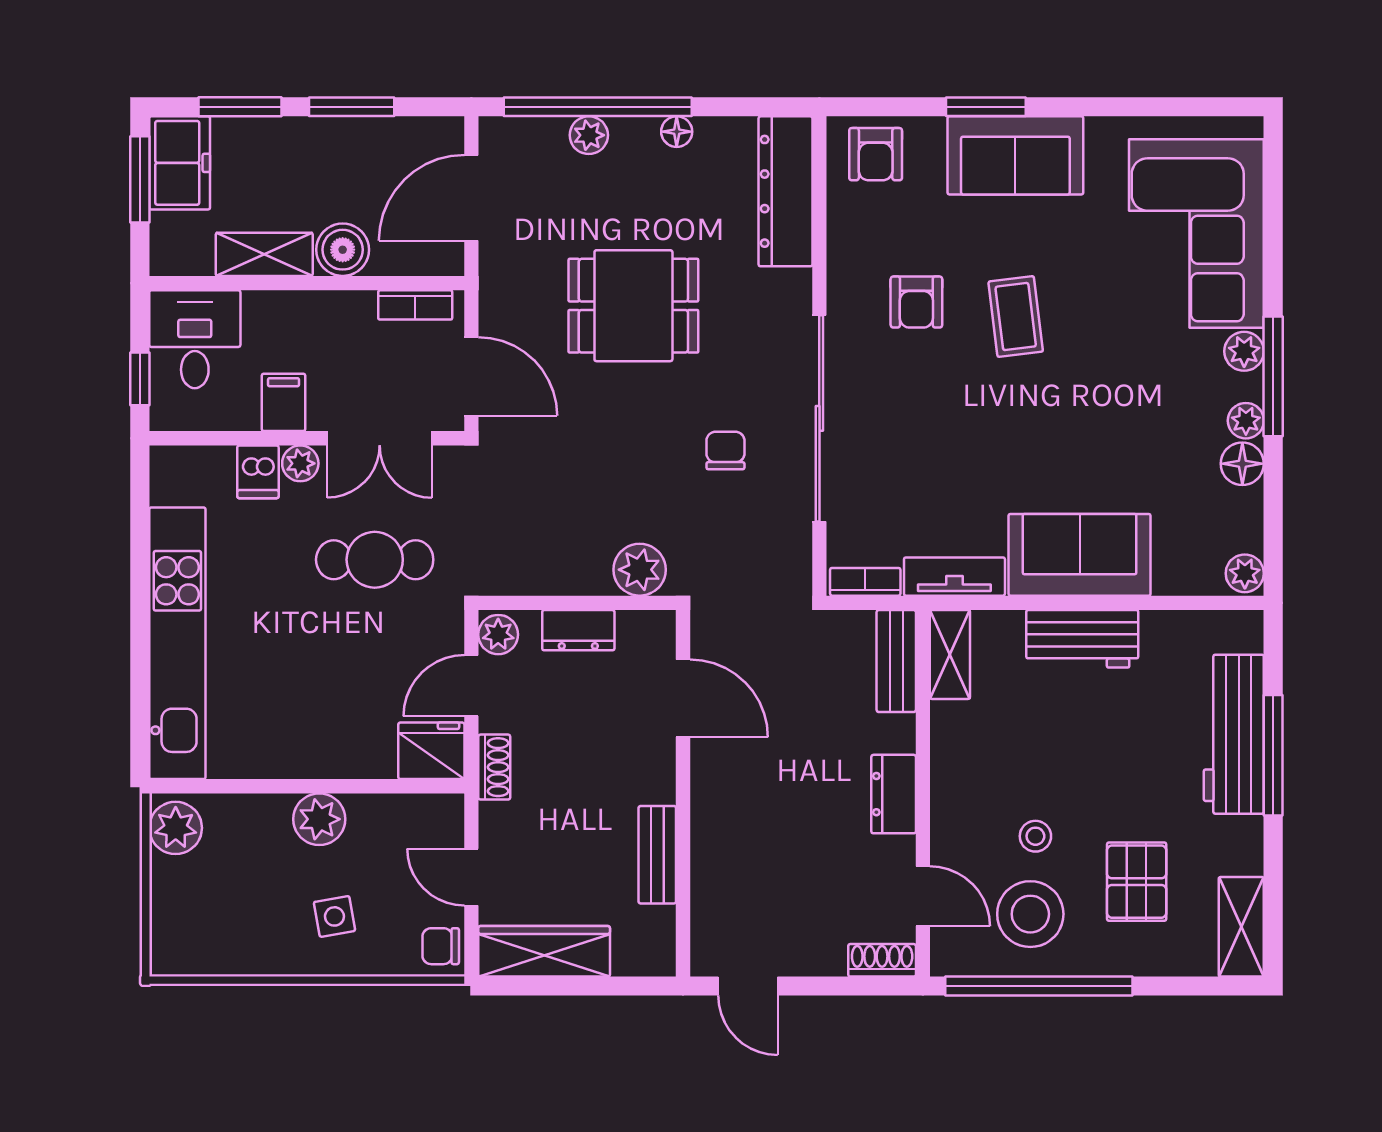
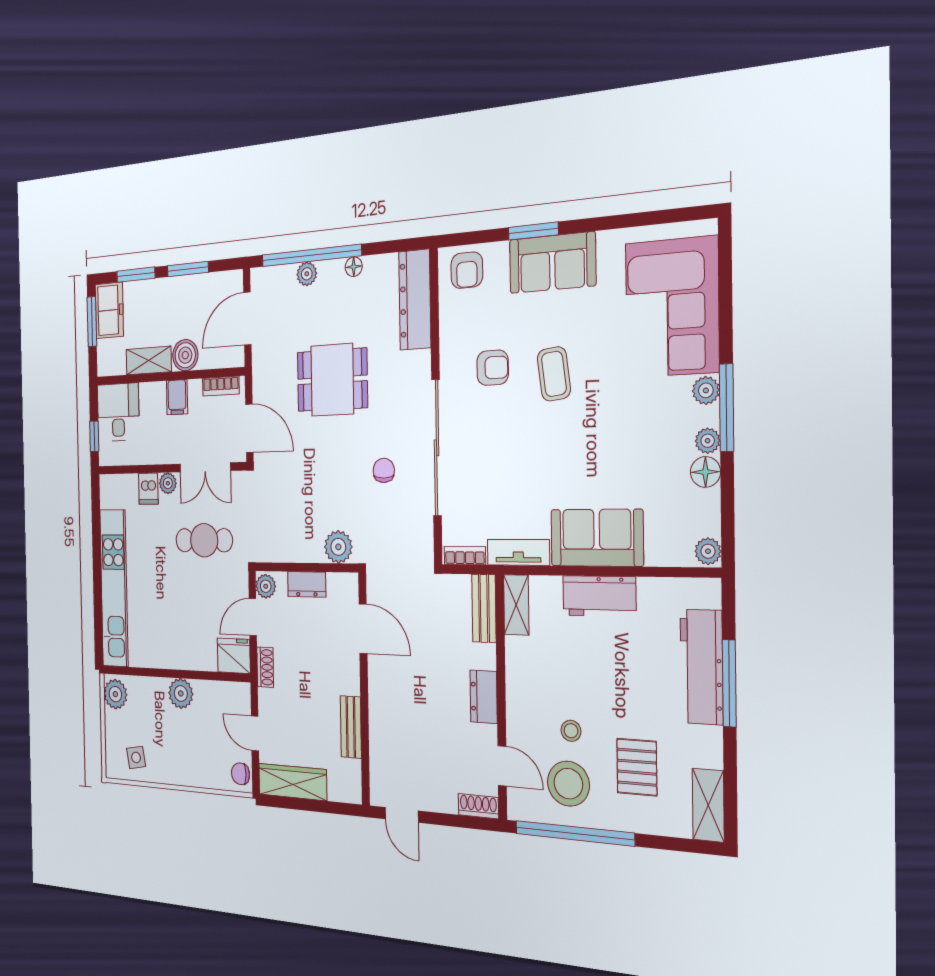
armchair: (916, 302) -> (493, 368), turned -90
filing cabinet: (284, 402) -> (177, 397), moved, turned 180
side table: (334, 916) -> (136, 757), moved

